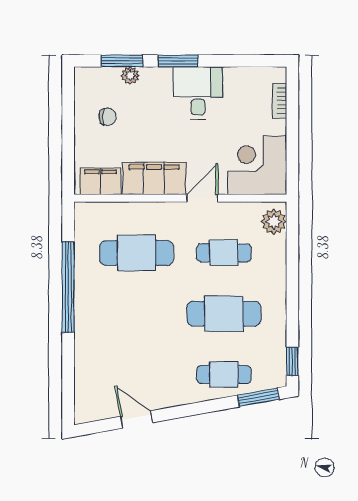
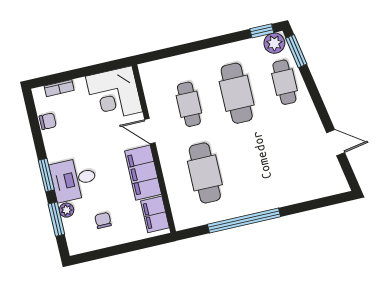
chair: (243, 78) -> (48, 121), added
desk: (198, 93) -> (74, 179), moved
plant: (274, 222) -> (274, 43), moved
door: (137, 419) -> (336, 143), swing flipped

